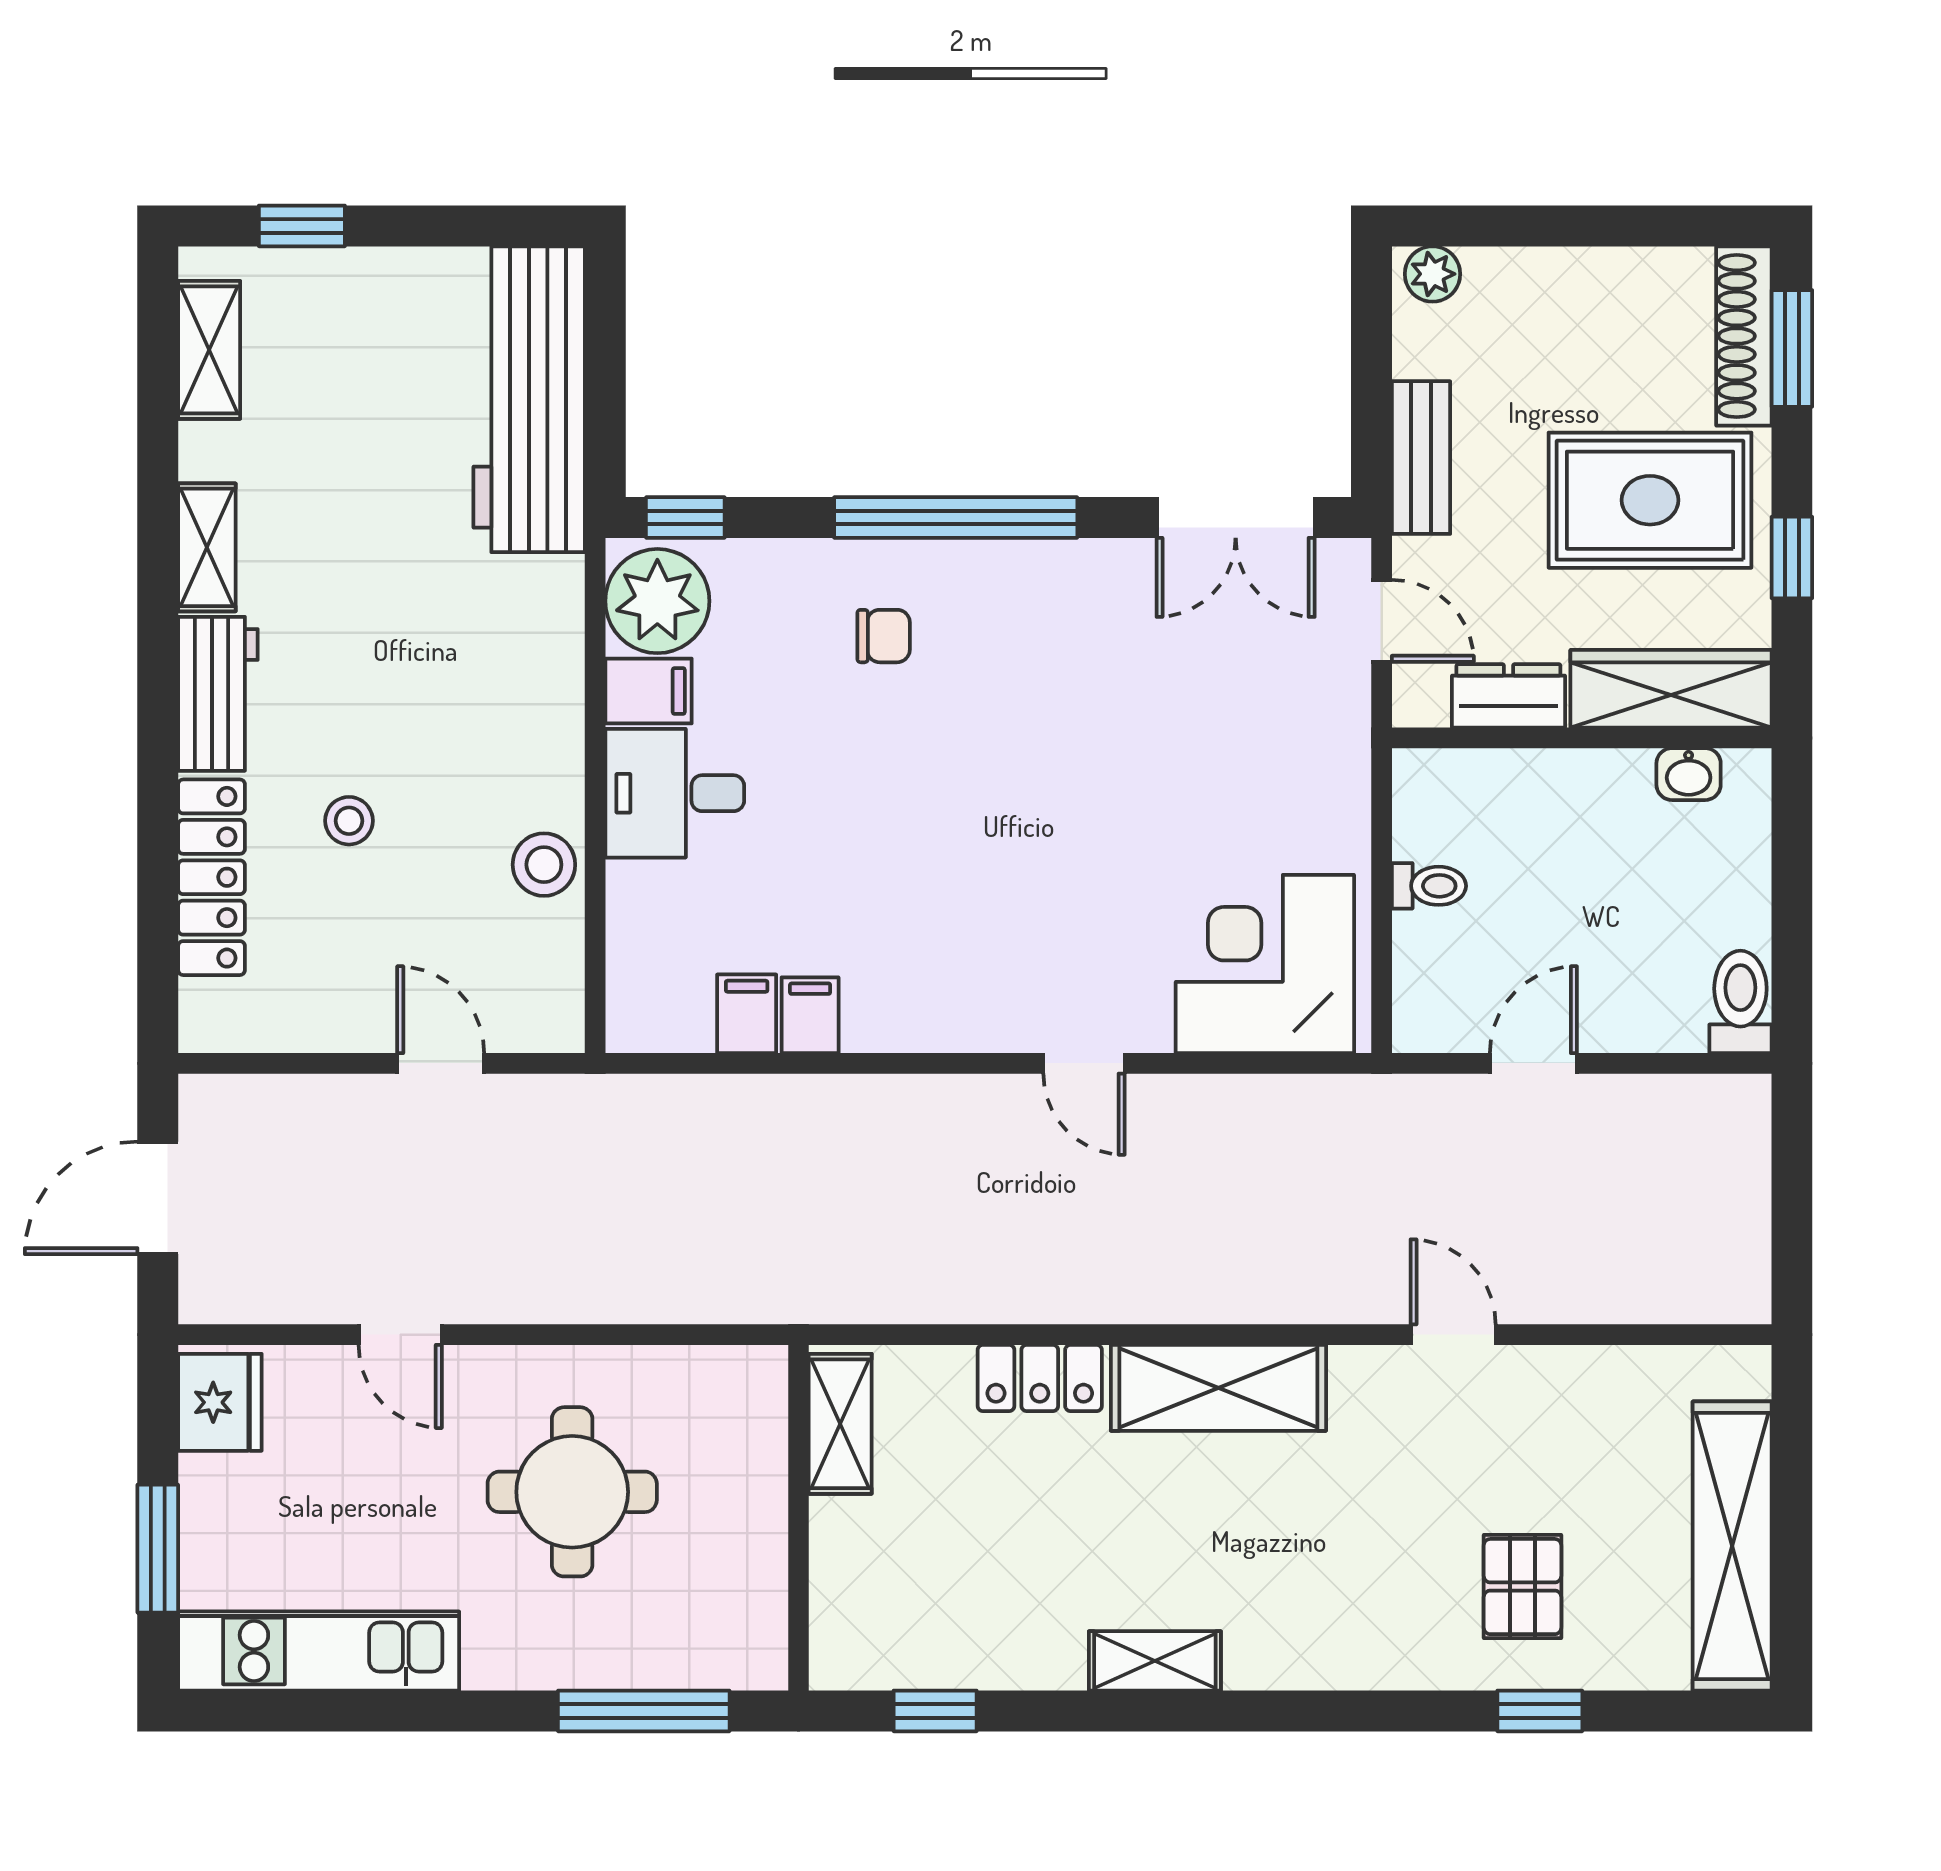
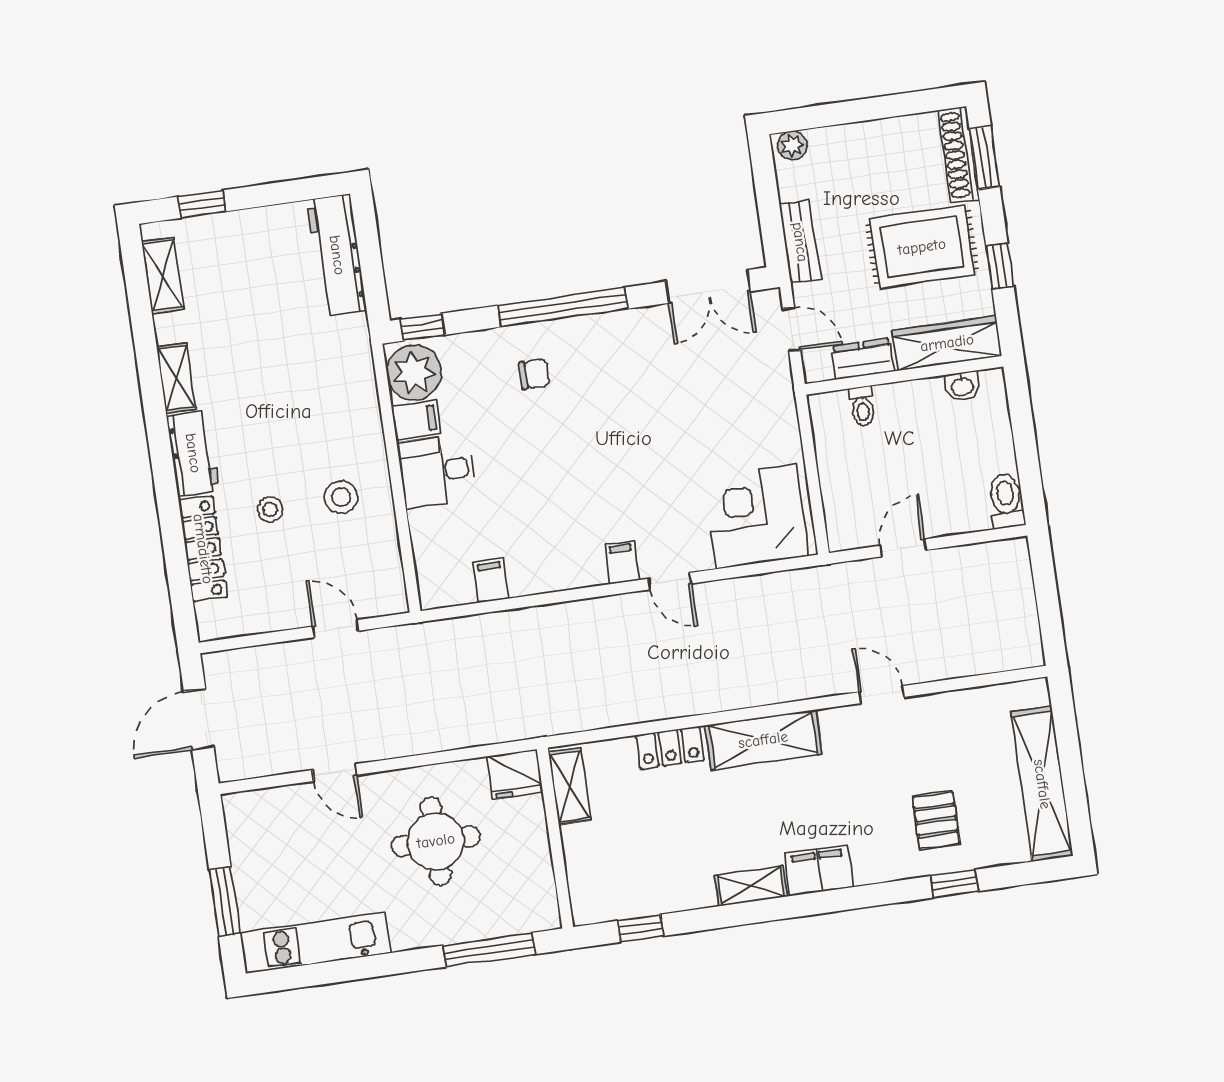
workbench: (529, 399) -> (337, 255), width x0.73, depth x0.76
stool: (544, 865) -> (341, 497), moved
toilet: (1429, 886) -> (862, 406), moved, turned 90
filing cabinet: (810, 1015) -> (622, 562), moved
fridge: (220, 1402) -> (515, 774), moved, turned 90
filing cabinet: (1288, 1650) -> (819, 870), added

